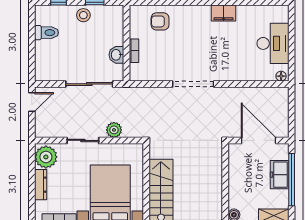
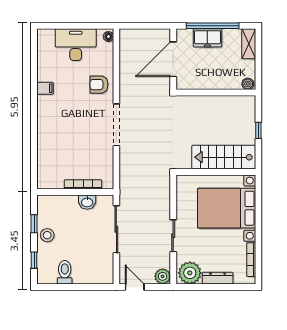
filing cabinet: (224, 13) -> (45, 88), width x0.50
armchair: (160, 21) -> (99, 85), moved, turned 90
bookcase: (134, 51) -> (83, 184), width x1.56
plant: (114, 130) -> (163, 276), moved

